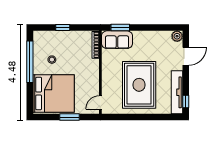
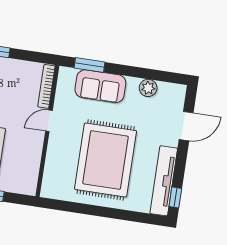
plant: (177, 36) -> (148, 88), moved
sofa: (117, 40) -> (100, 86), moved
door: (100, 103) -> (49, 121), moved

